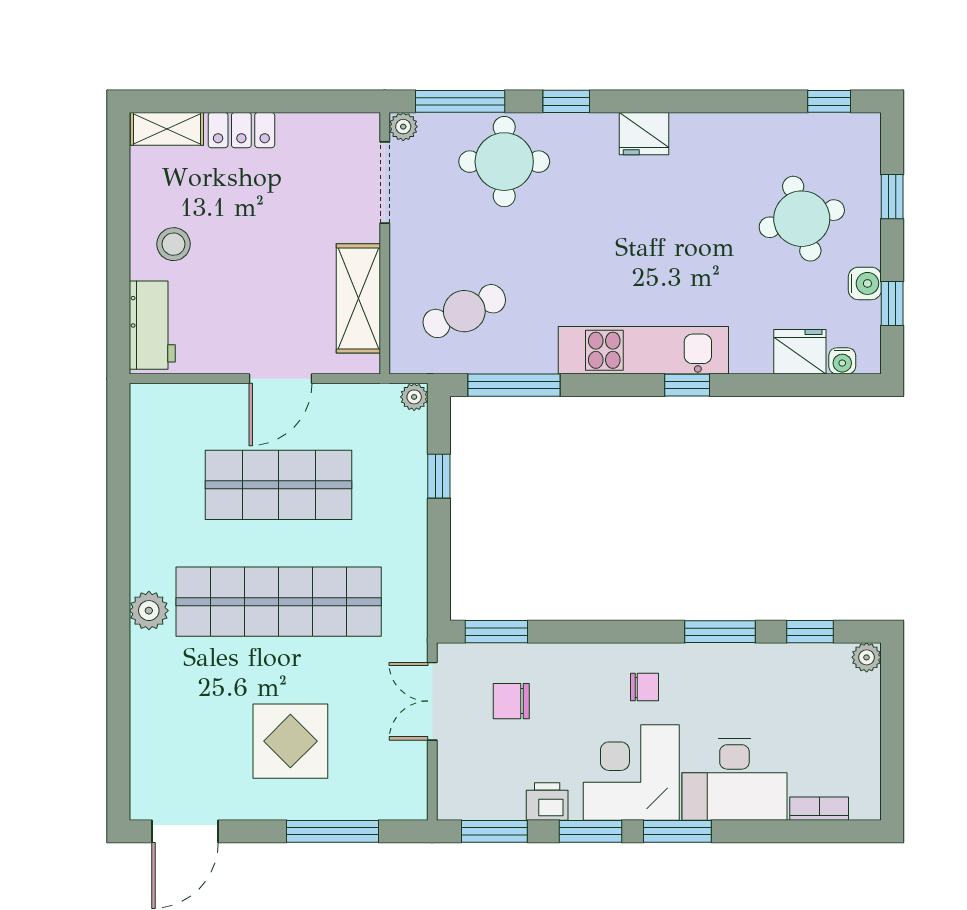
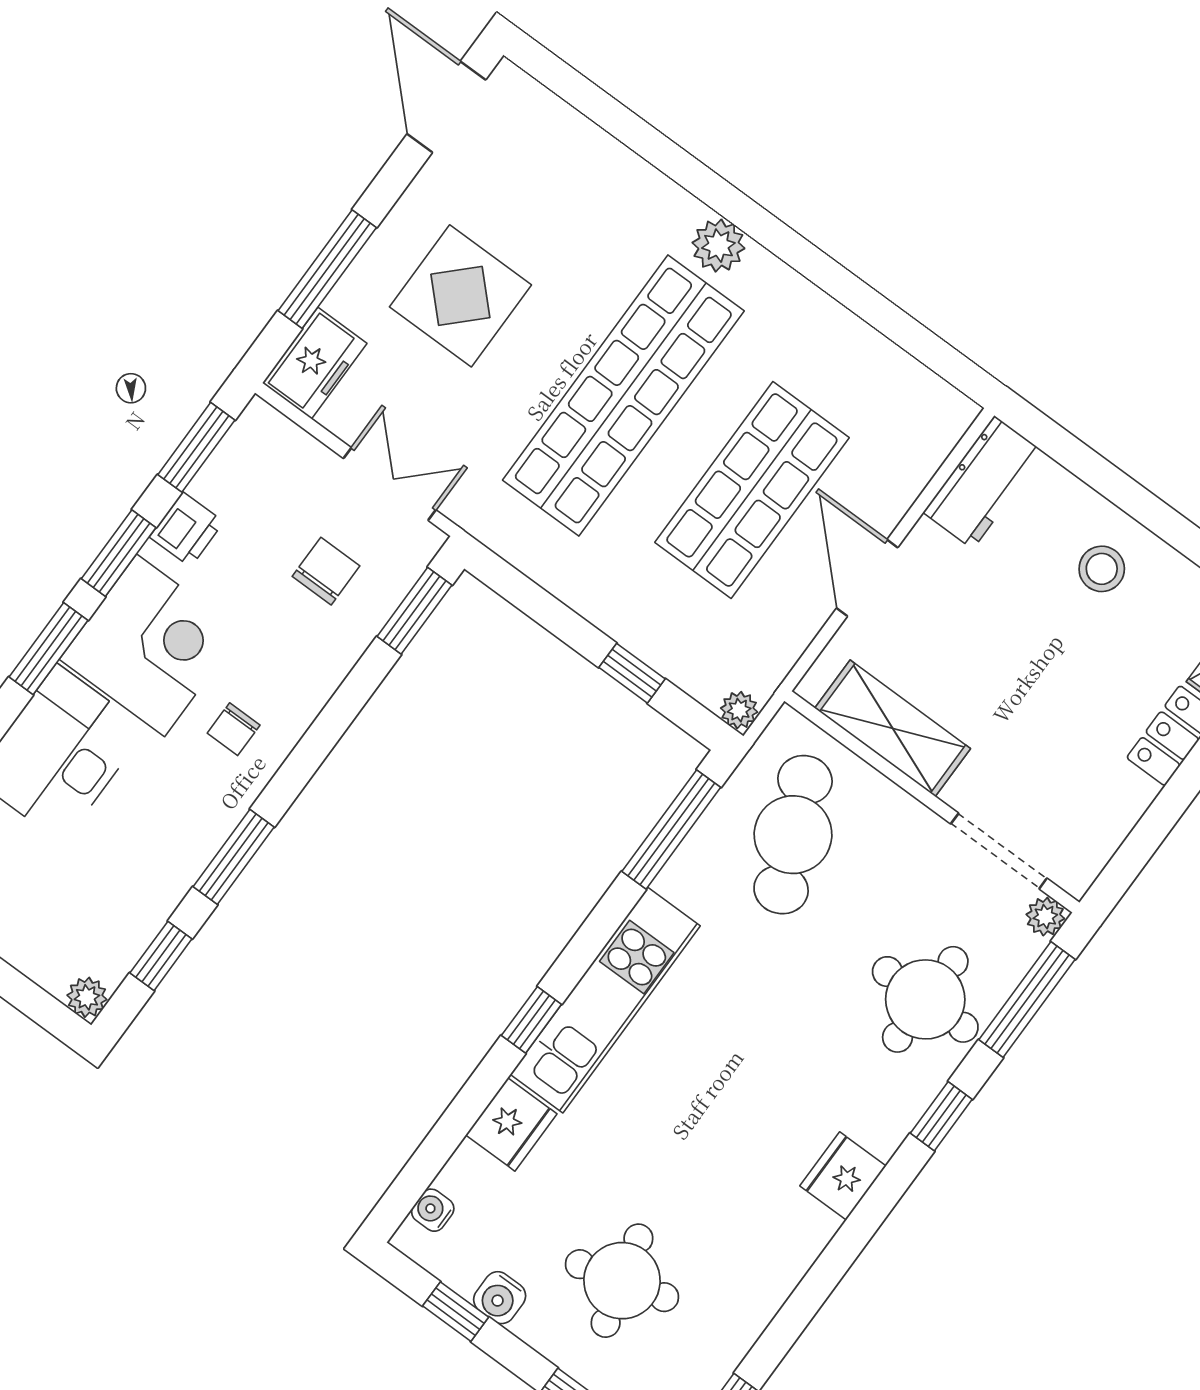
cafe table: (464, 311) -> (793, 835), width x1.37, depth x1.35
workbench: (152, 325) -> (984, 482), moved, turned -90
fridge: (800, 352) -> (511, 1124), moved
freezer: (393, 798) -> (315, 363), added

